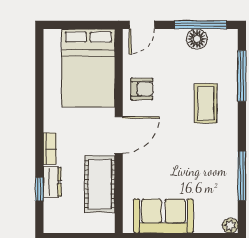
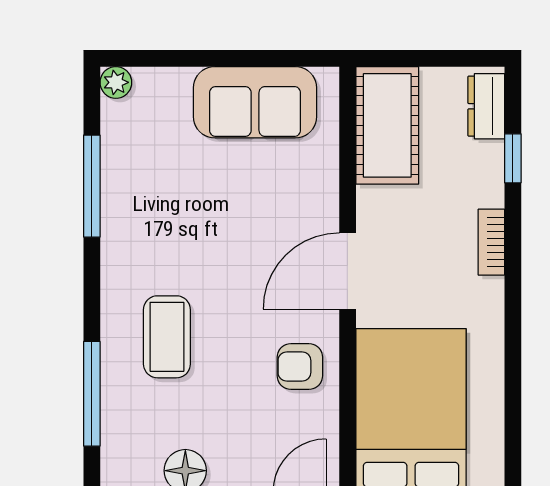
dresser: (52, 182) -> (486, 106), moved
cot: (100, 184) -> (387, 125), moved

